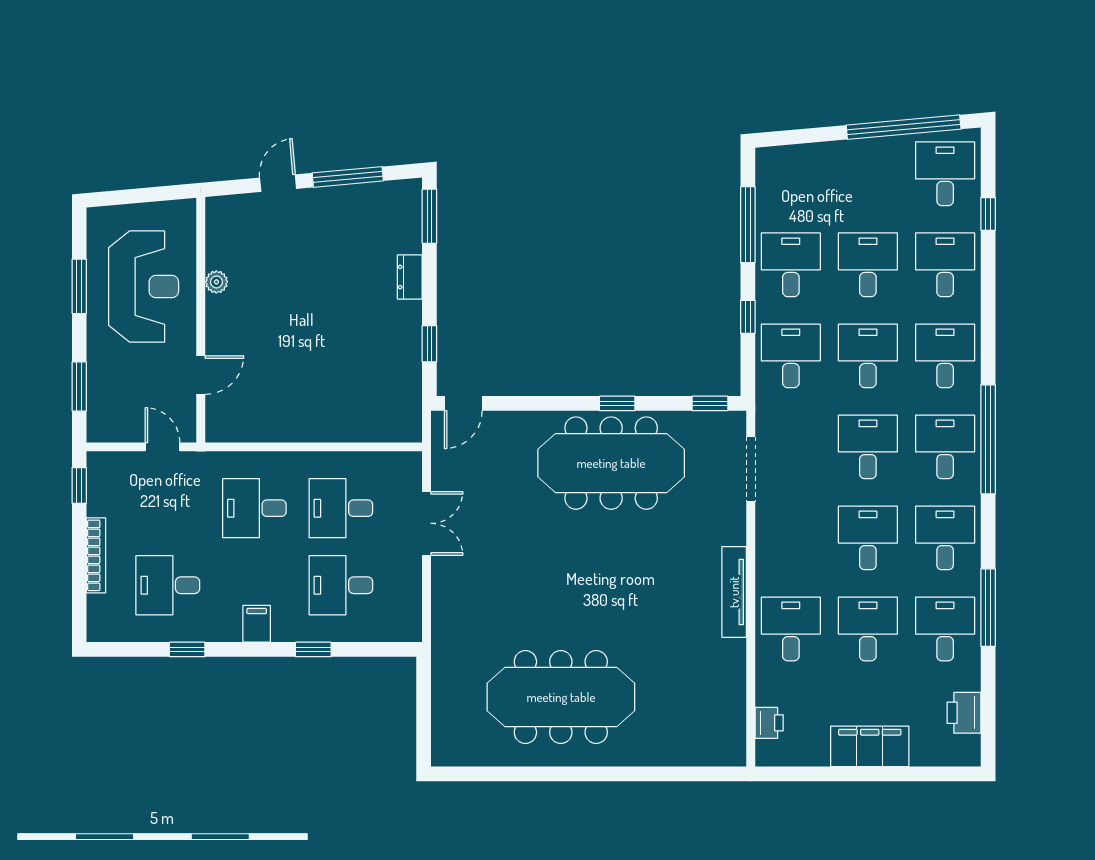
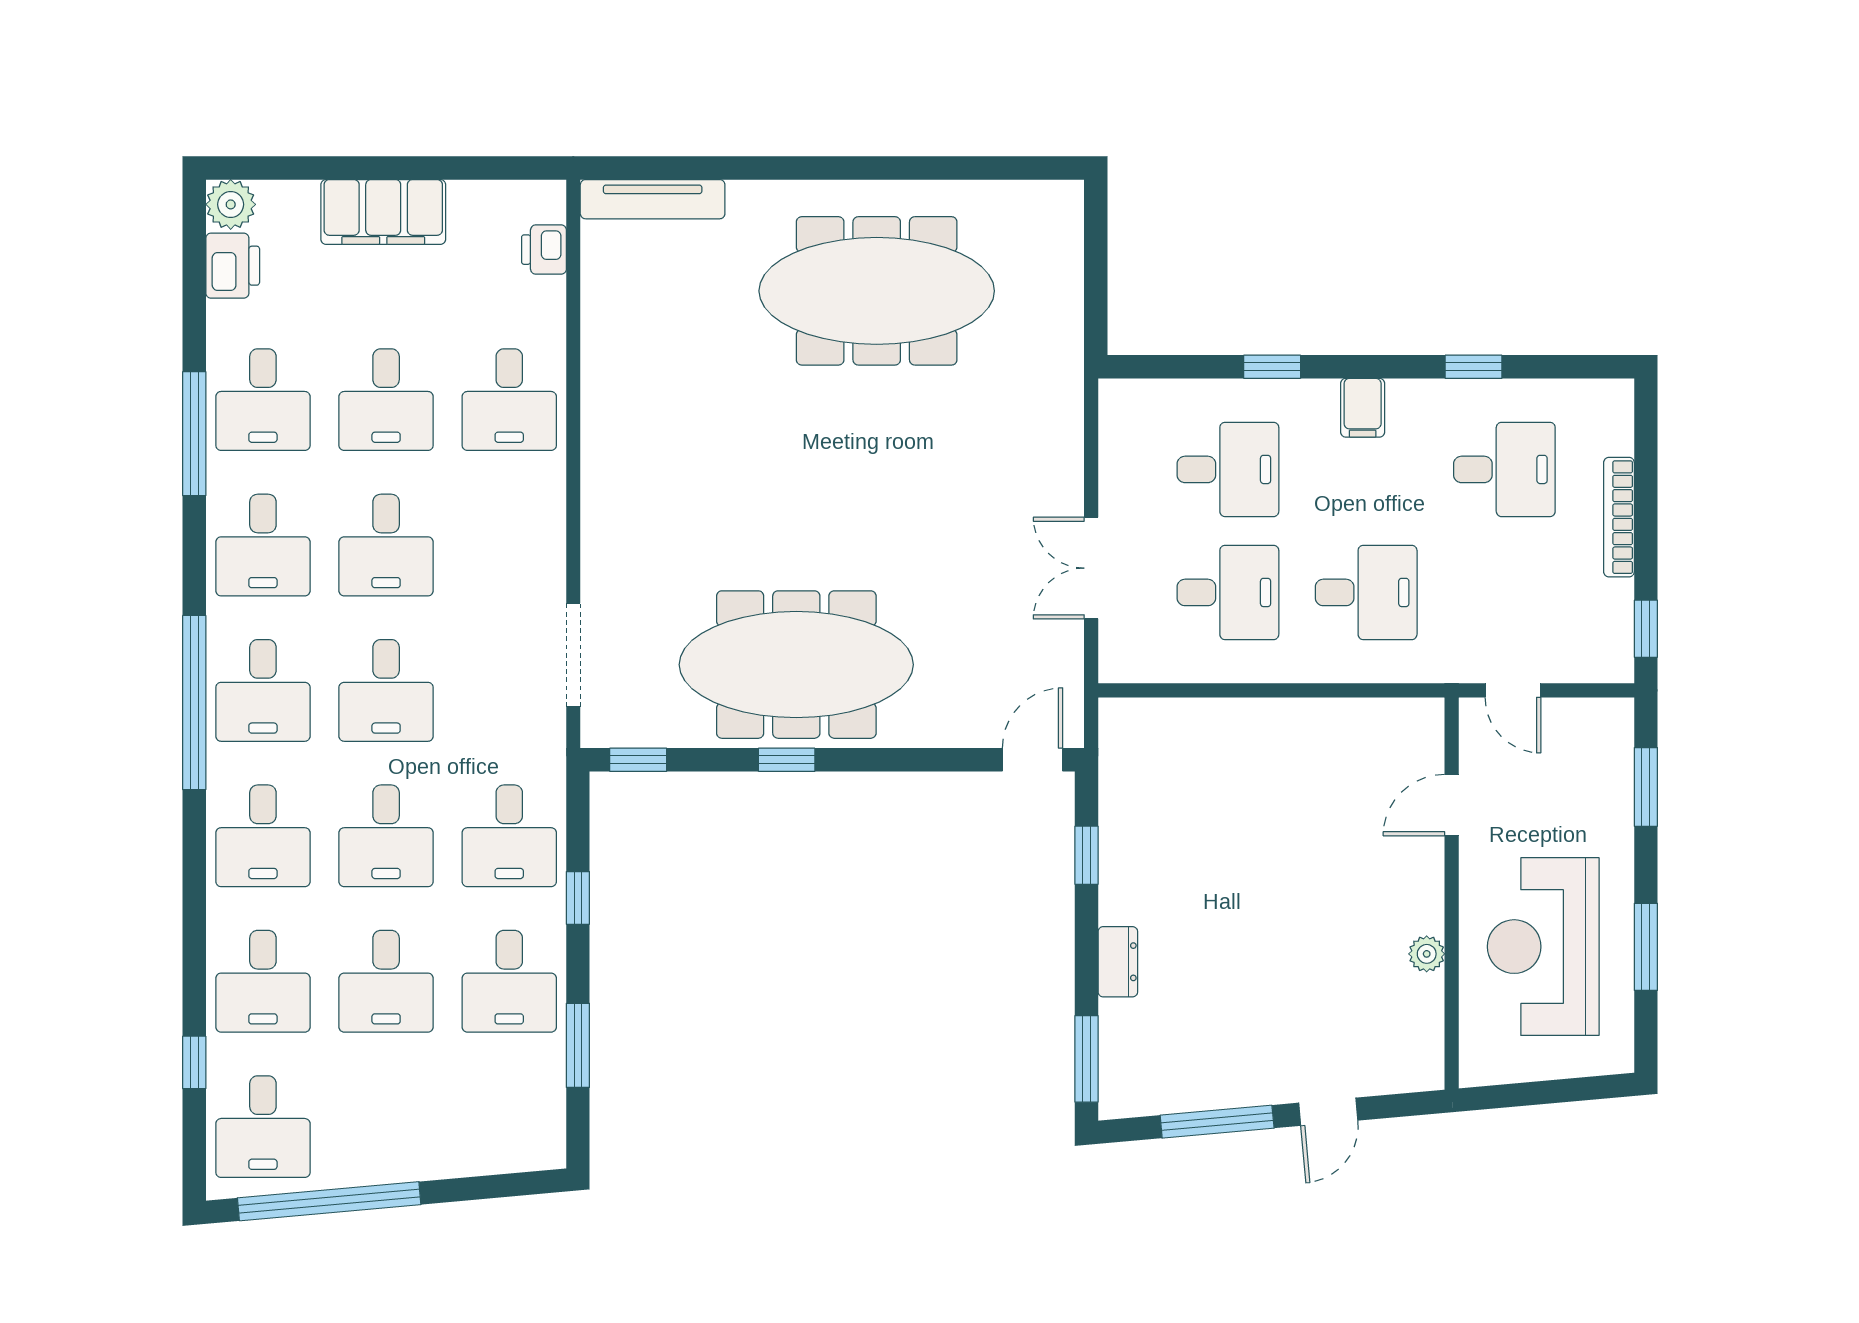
window: (748, 225) -> (578, 1045), width x0.69
tv unit: (734, 592) -> (653, 199), moved, turned 90
plant: (965, 751) -> (231, 204), added

